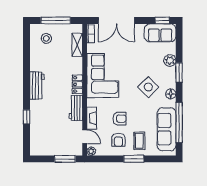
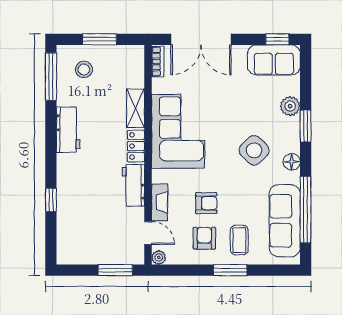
window: (56, 20) -> (100, 39), width x0.69
window: (26, 43) -> (51, 77), added
shelving: (77, 45) -> (136, 108), moved
workbench: (37, 86) -> (68, 130), moved
armchair: (118, 140) -> (204, 238), turned 180

